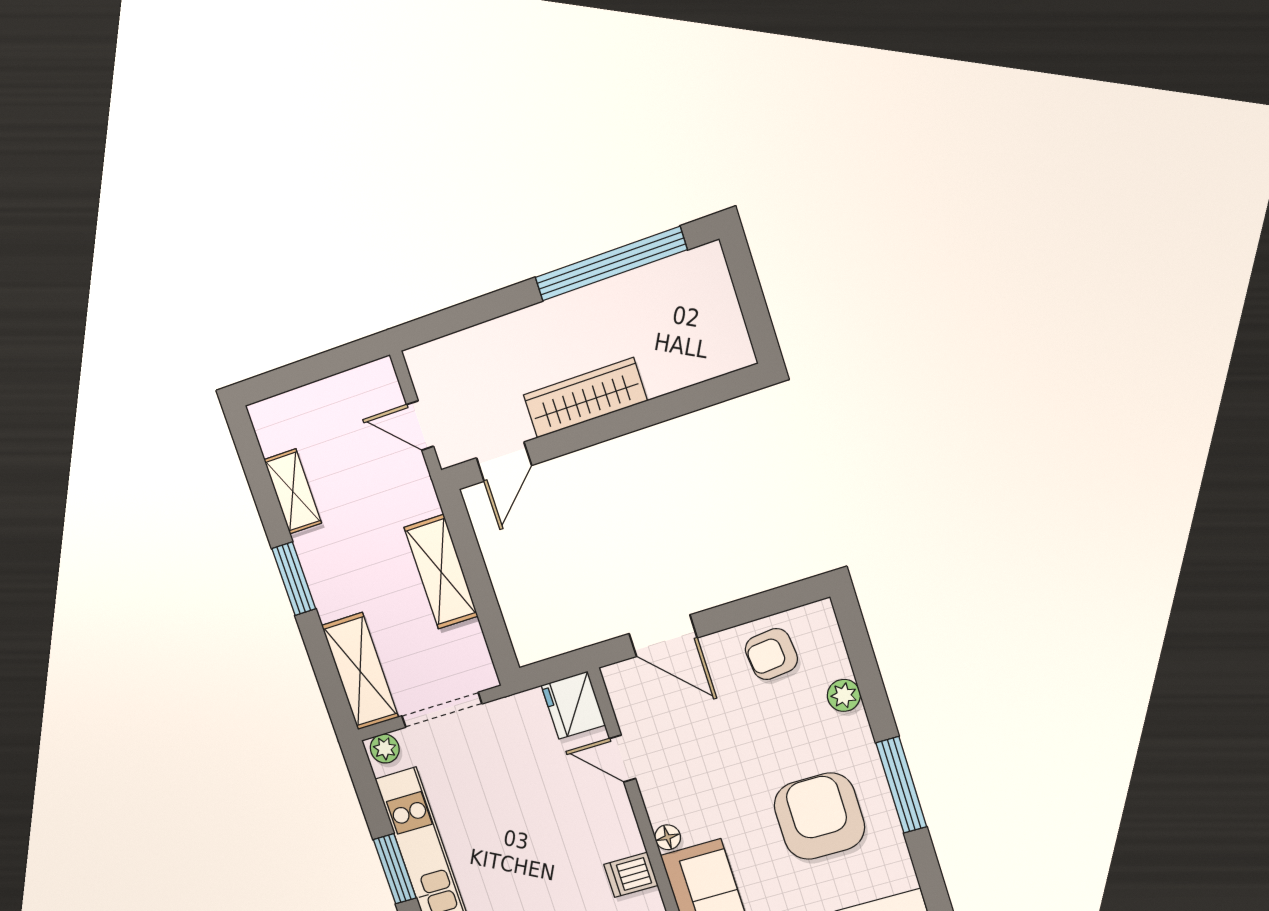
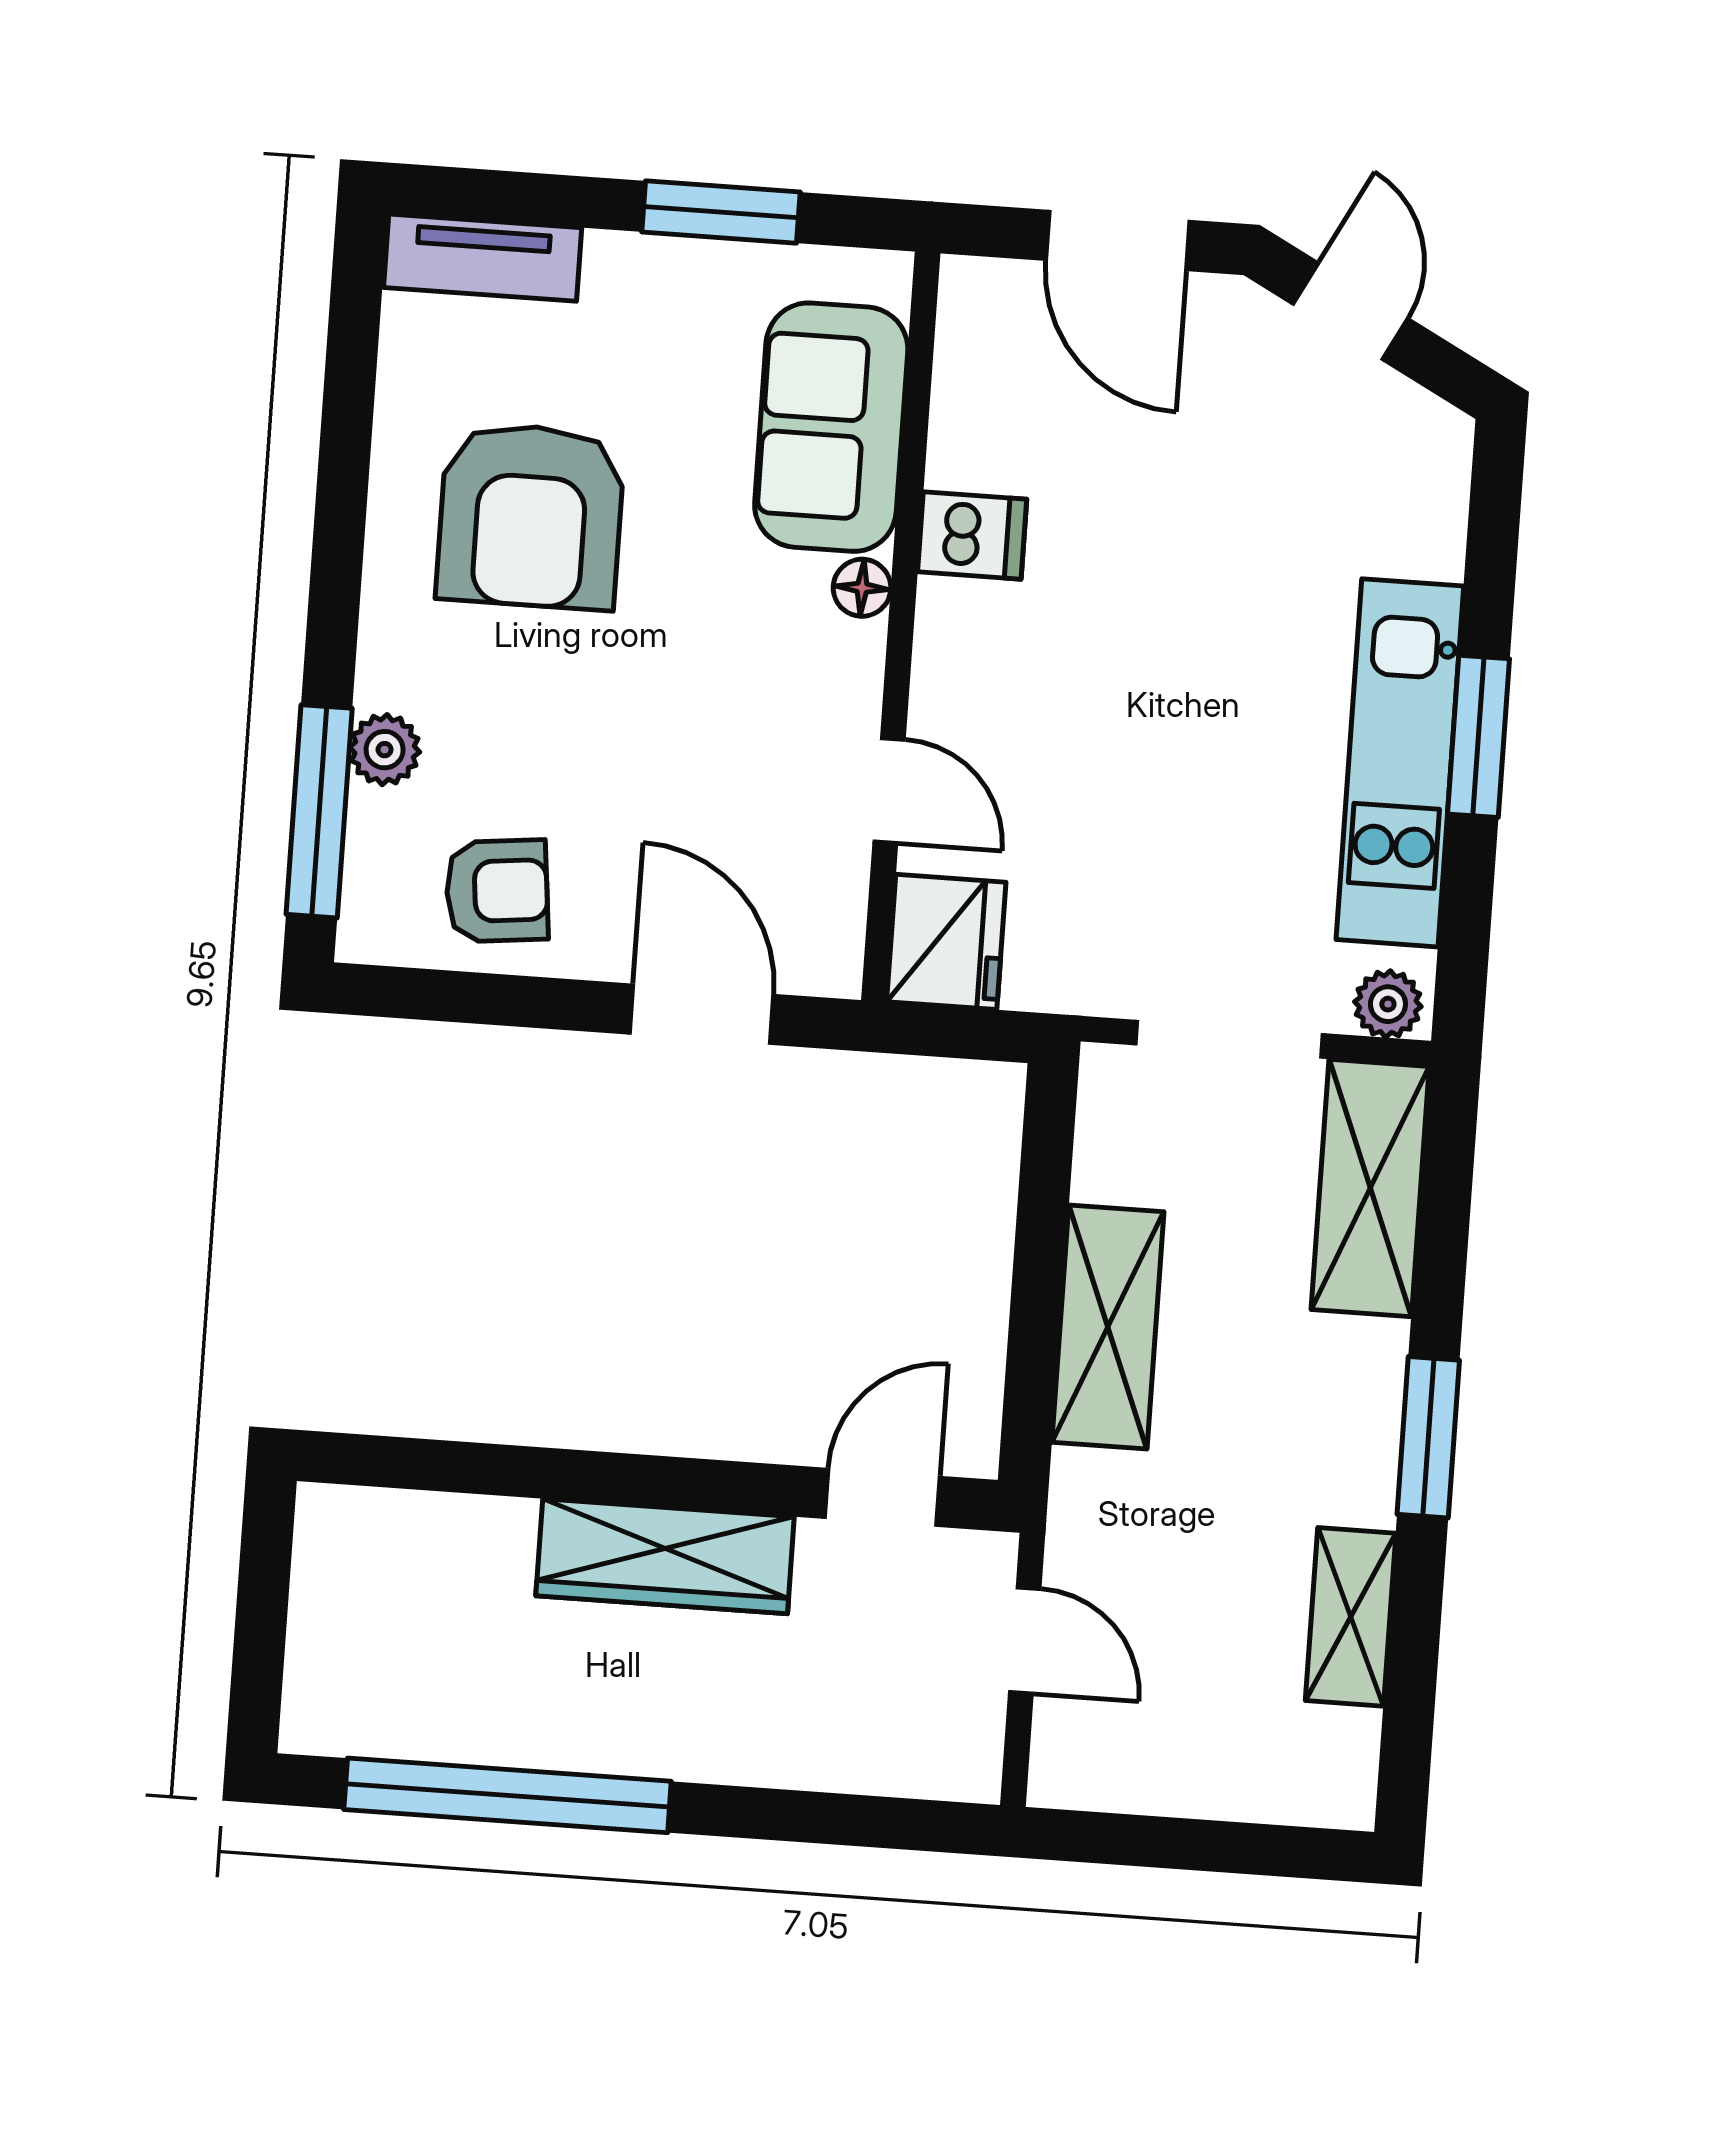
window: (901, 785) -> (319, 811), moved

